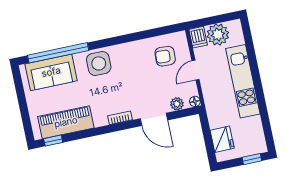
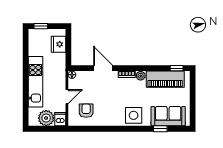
window: (58, 53) -> (160, 129), width x0.32
armchair: (165, 56) -> (86, 111), turned -93
plant: (177, 104) -> (141, 76), moved

